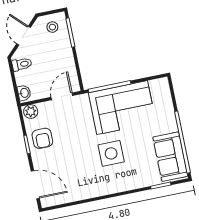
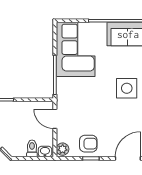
toilet: (22, 64) -> (32, 148), moved
corner sofa: (122, 108) -> (76, 49), moved
side table: (111, 153) -> (127, 88), moved

